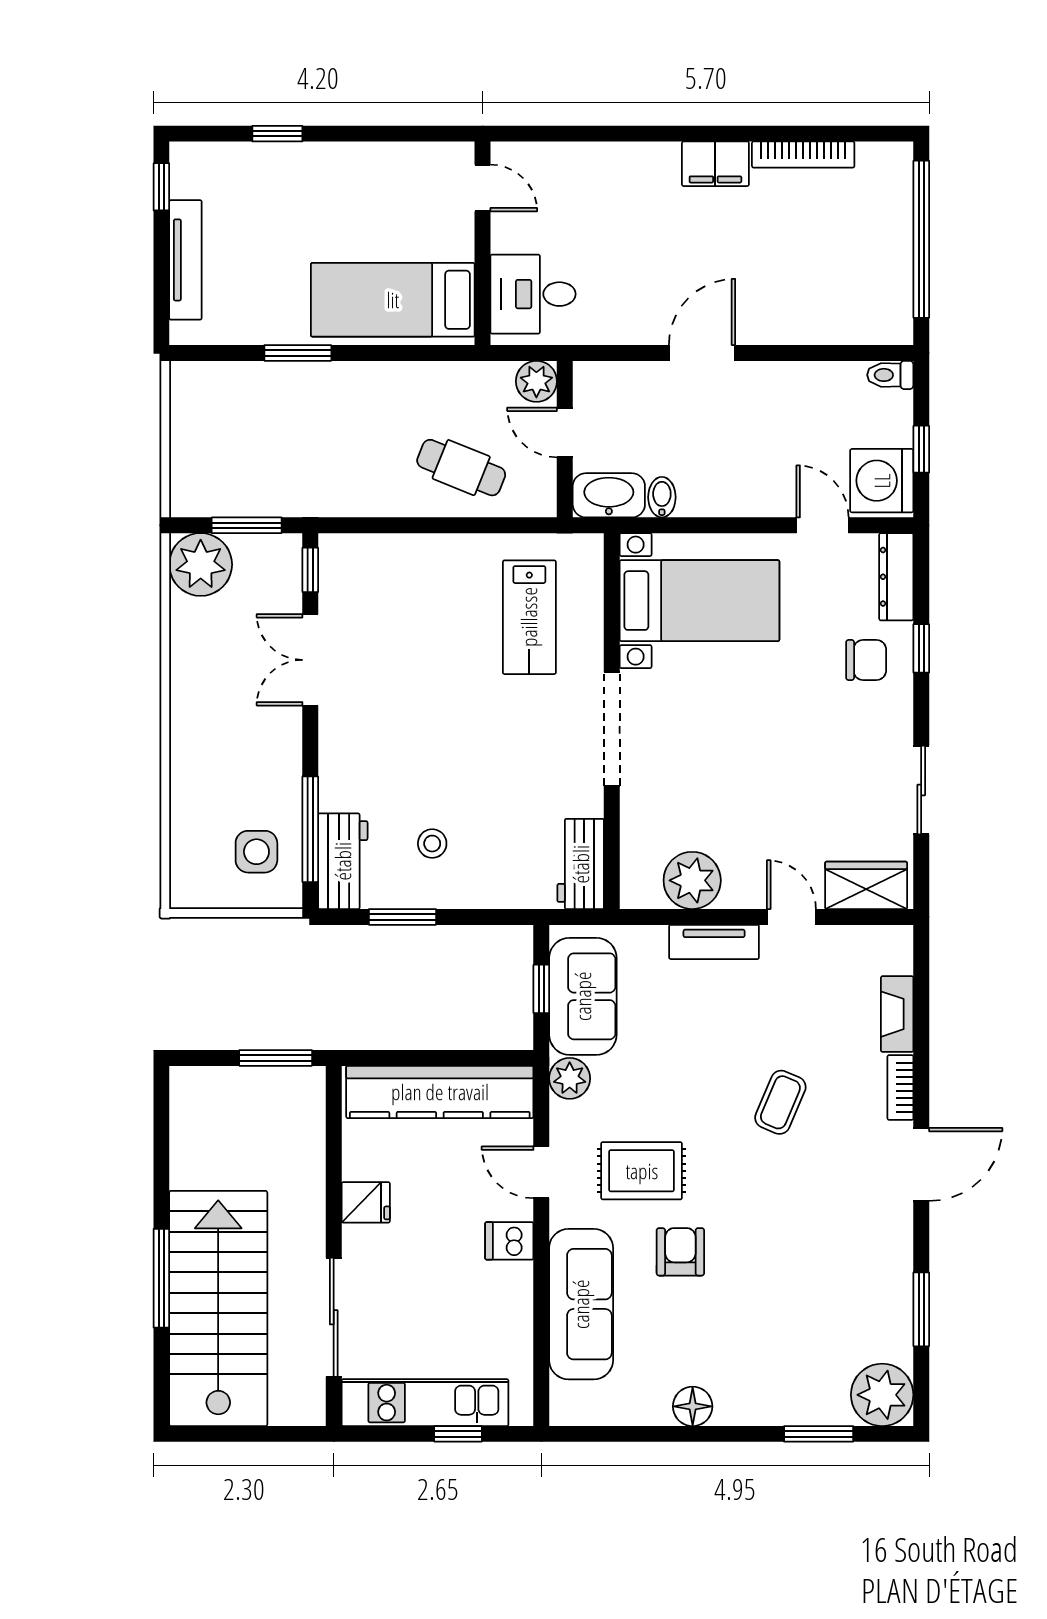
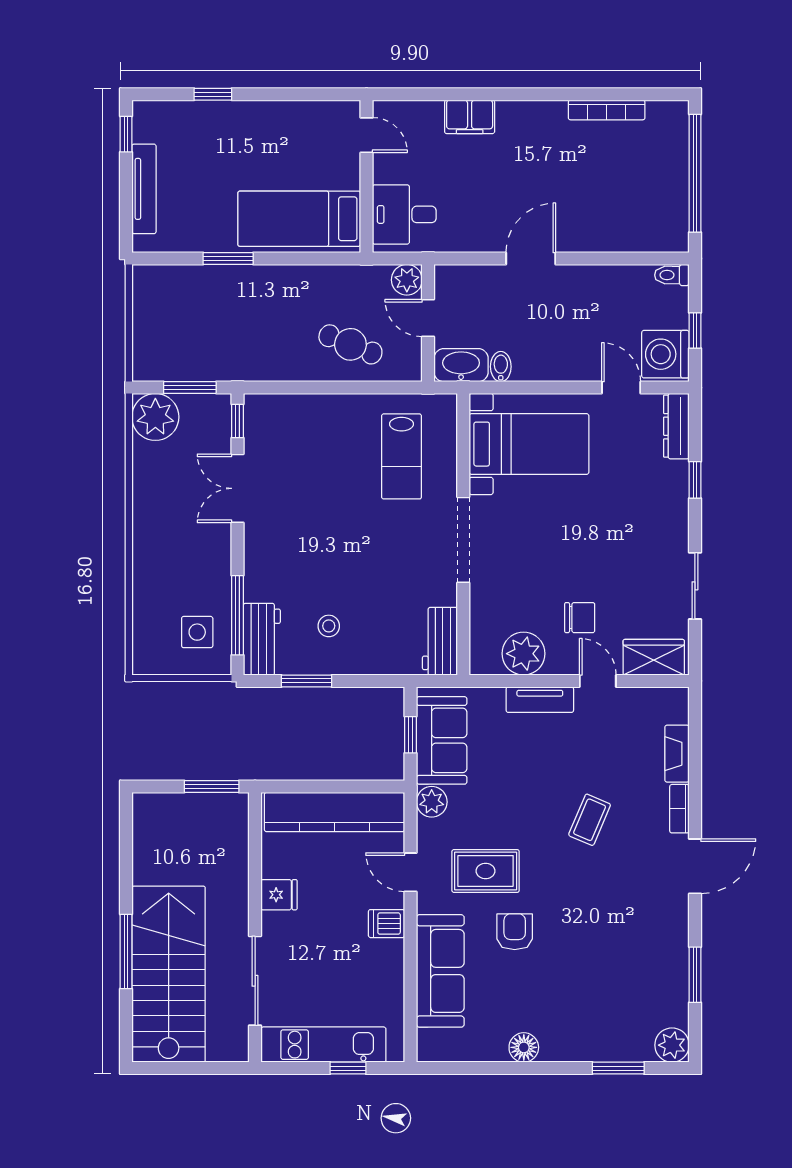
filing cabinet: (715, 164) -> (470, 117), moved
chair: (866, 660) -> (580, 618), moved
plant: (882, 1395) -> (672, 1045), width x0.73, depth x0.73

